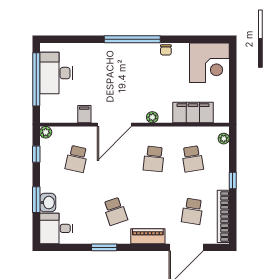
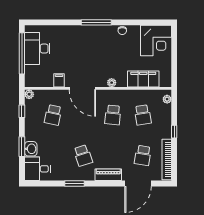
window: (132, 39) -> (96, 22), width x0.68
door: (114, 125) -> (82, 88), hinge flipped

